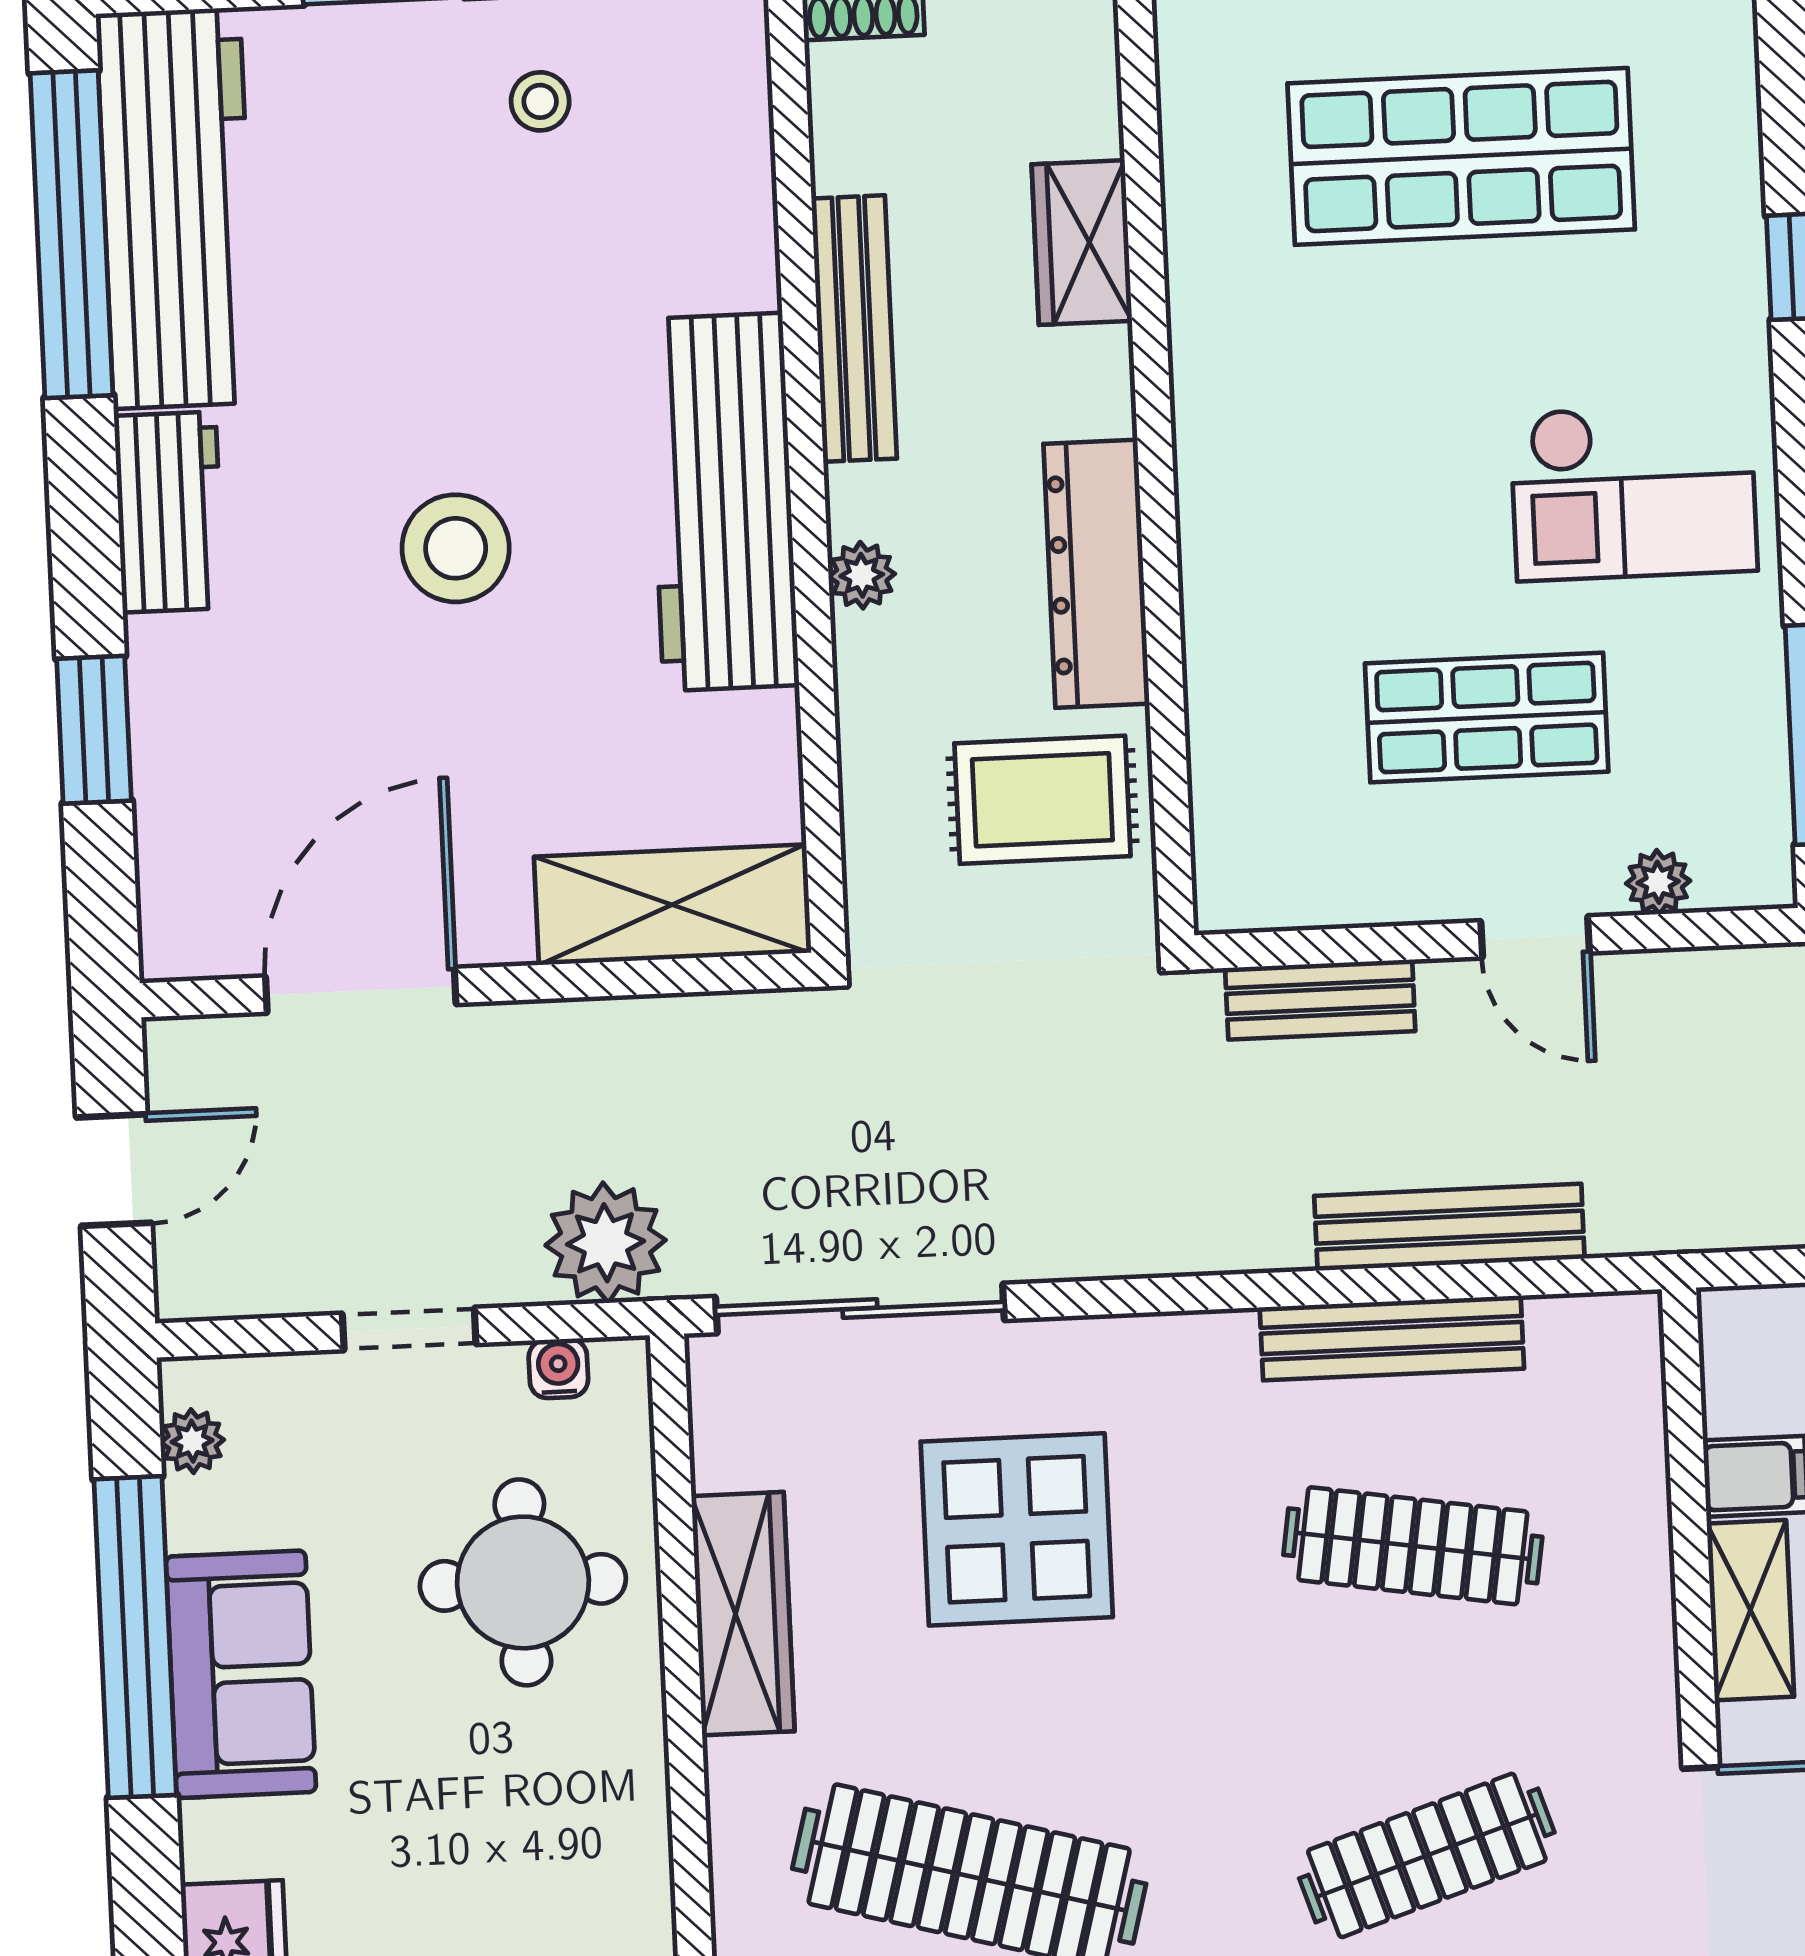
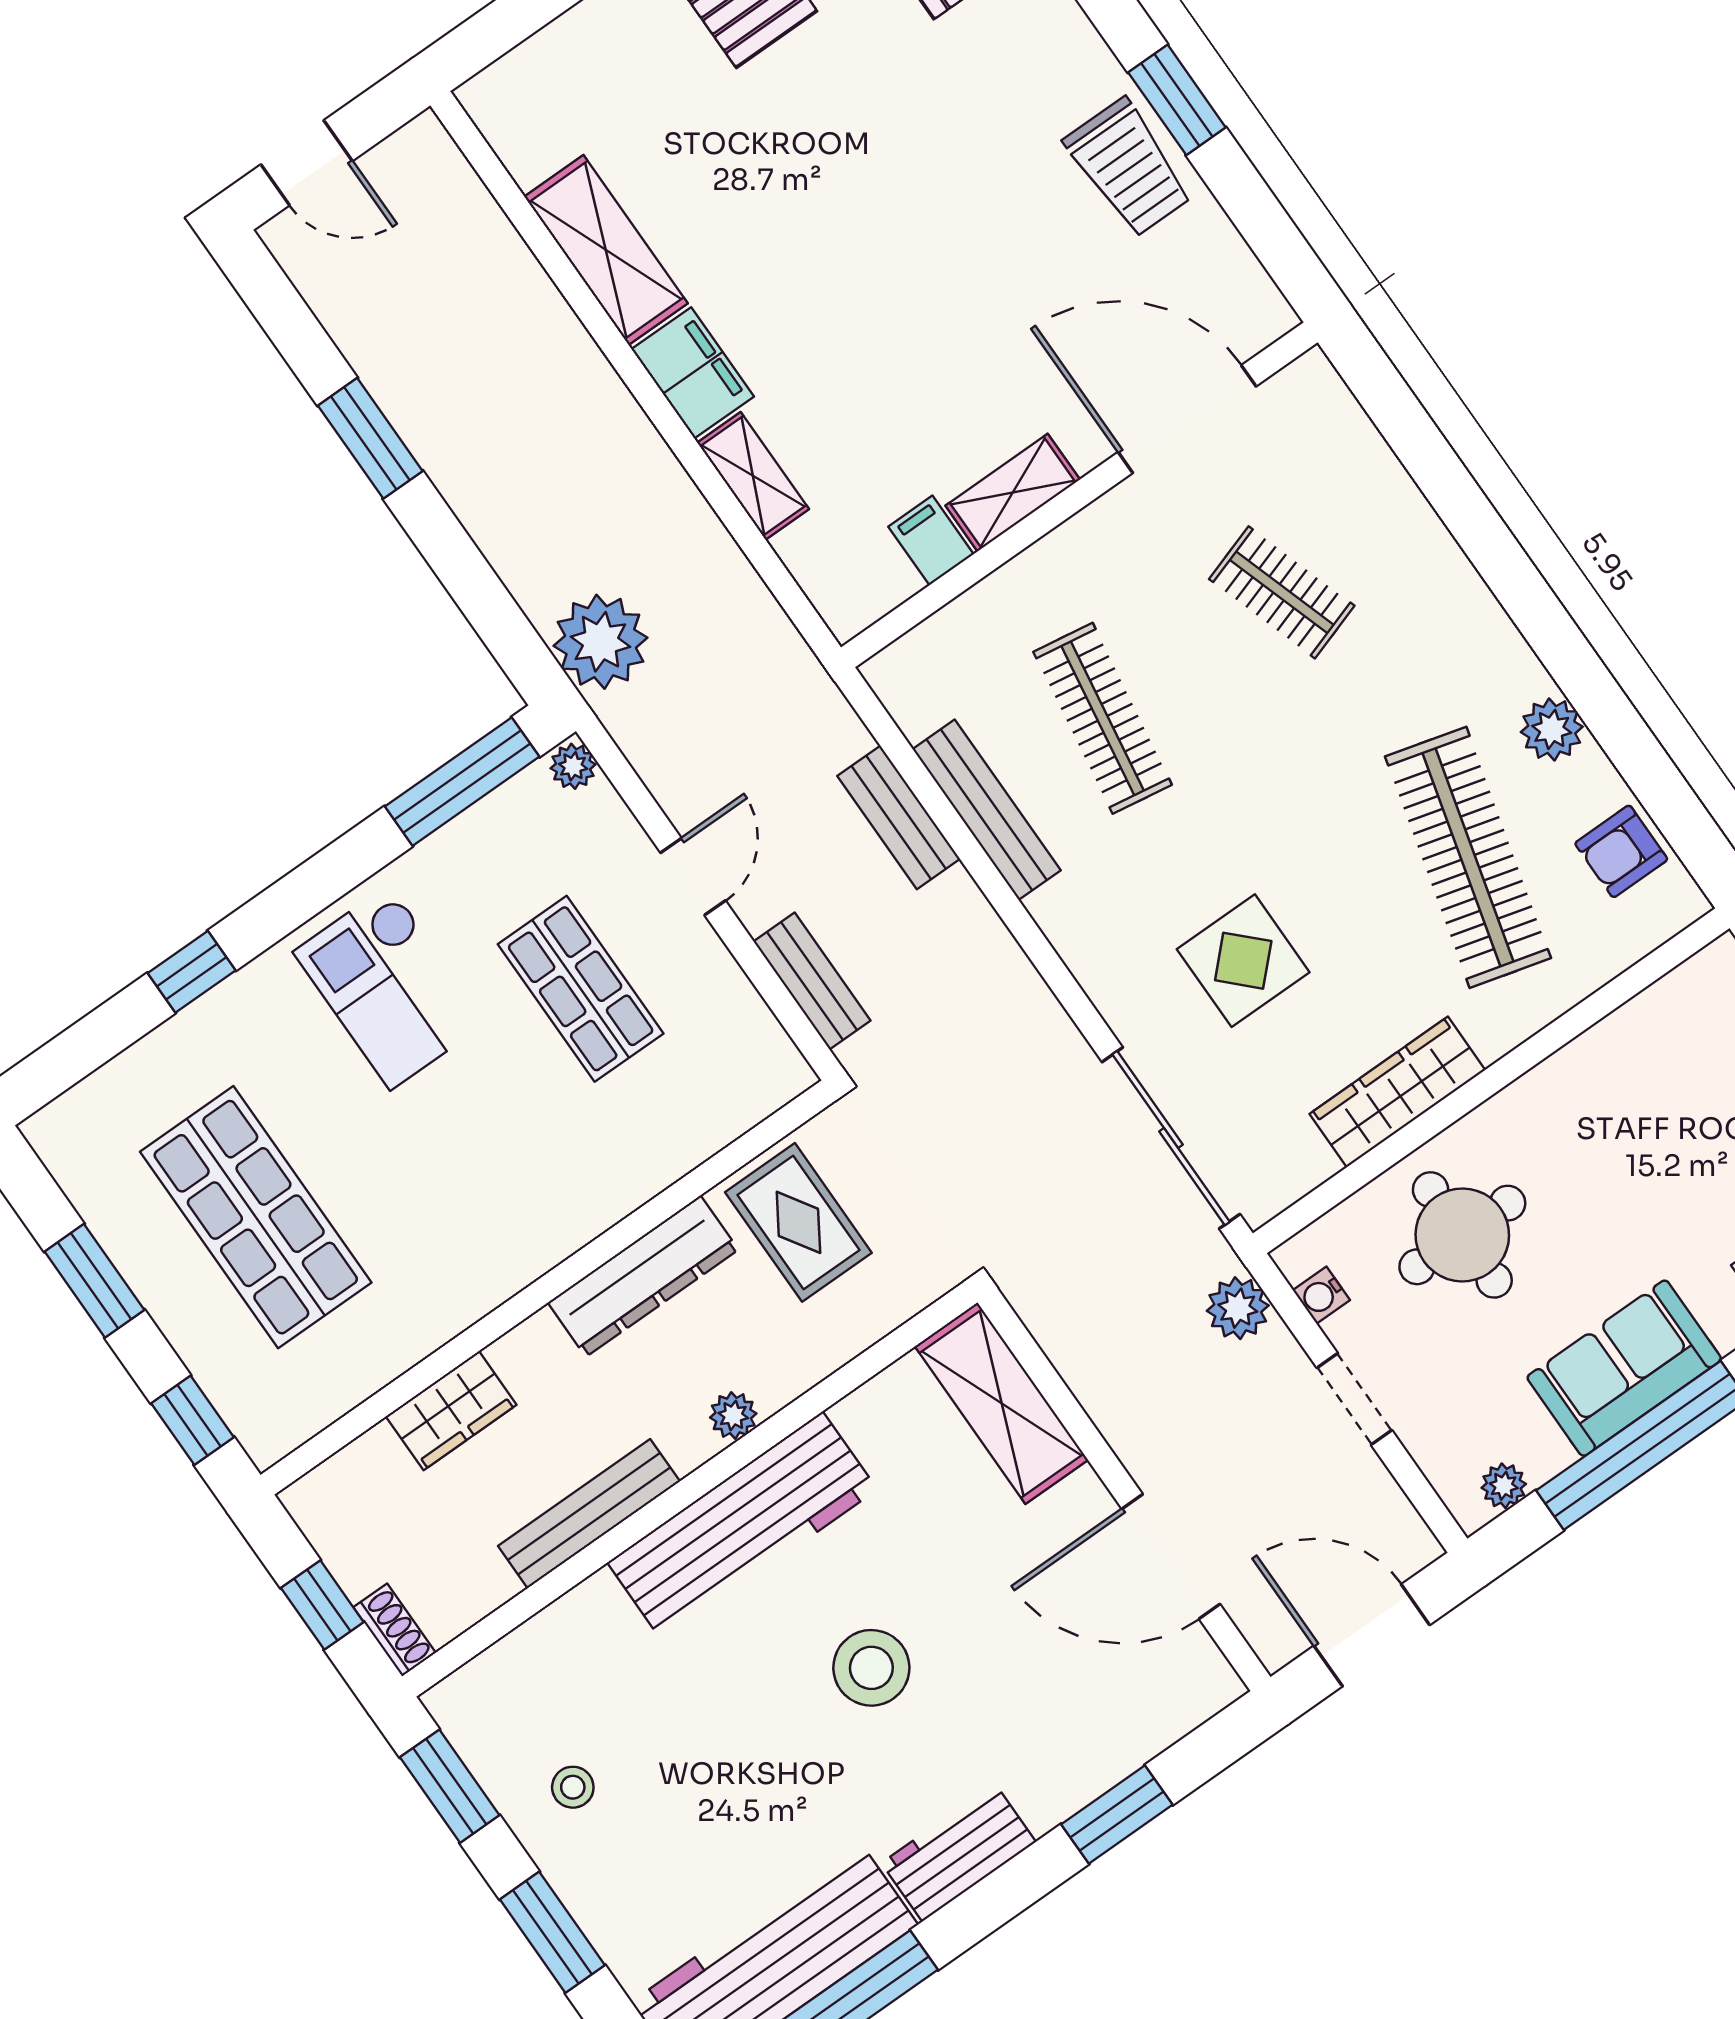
checkout: (1634, 491) -> (390, 987), turned 180
plant: (1658, 882) -> (573, 766), moved
door: (114, 1170) -> (1372, 1635), width x1.38
bench: (1449, 1227) -> (899, 817), width x0.73
plant: (606, 1243) -> (1238, 1308), width x0.73, depth x0.73
display table: (1017, 1529) -> (1243, 961), width x0.73, depth x0.73
clothes rail: (1427, 1855) -> (1282, 592), width x0.73

